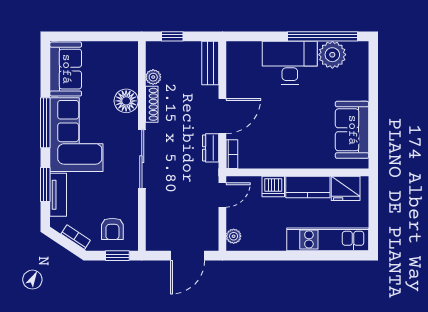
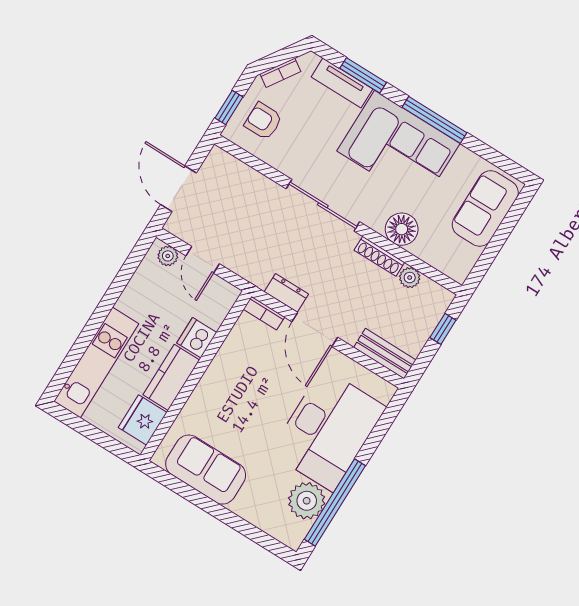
desk: (290, 63) -> (328, 430), width x1.36, depth x1.30
sofa: (66, 69) -> (485, 208), moved, turned 90
door: (222, 195) -> (203, 260), moved

